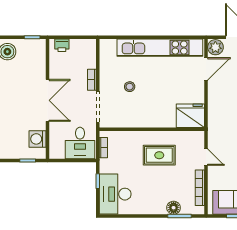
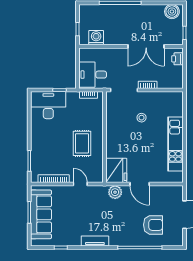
plant: (215, 47) -> (115, 192), moved
kitchen unit: (160, 48) -> (175, 144), width x0.73
door: (206, 69) -> (140, 184), moved
double door: (48, 100) -> (146, 46), moved
door: (206, 157) -> (80, 184), swing flipped
floor lamp: (174, 208) -> (36, 156), removed

